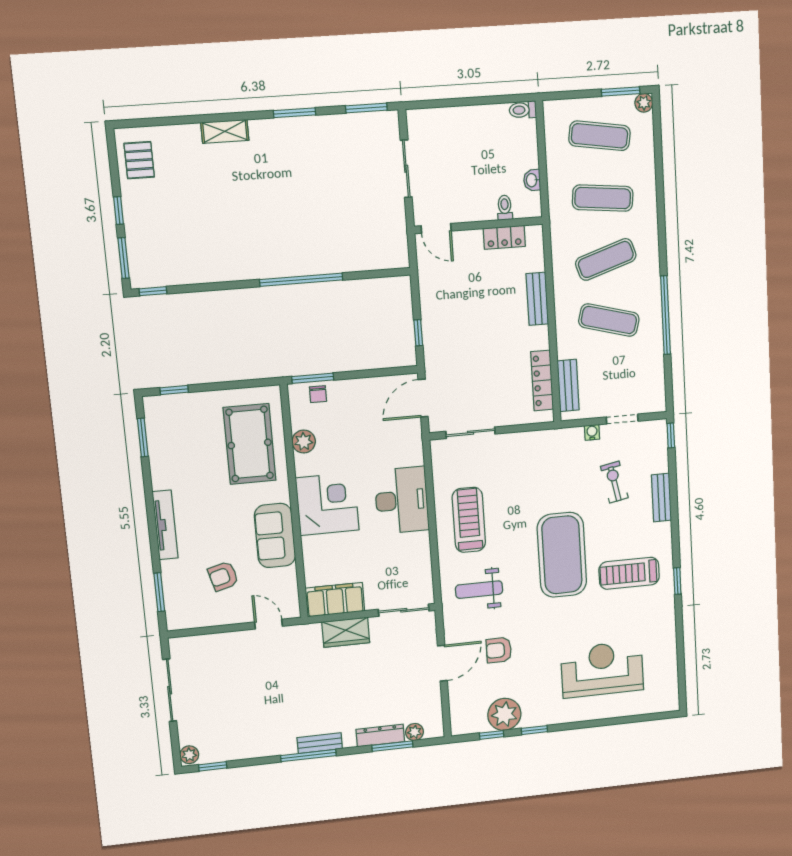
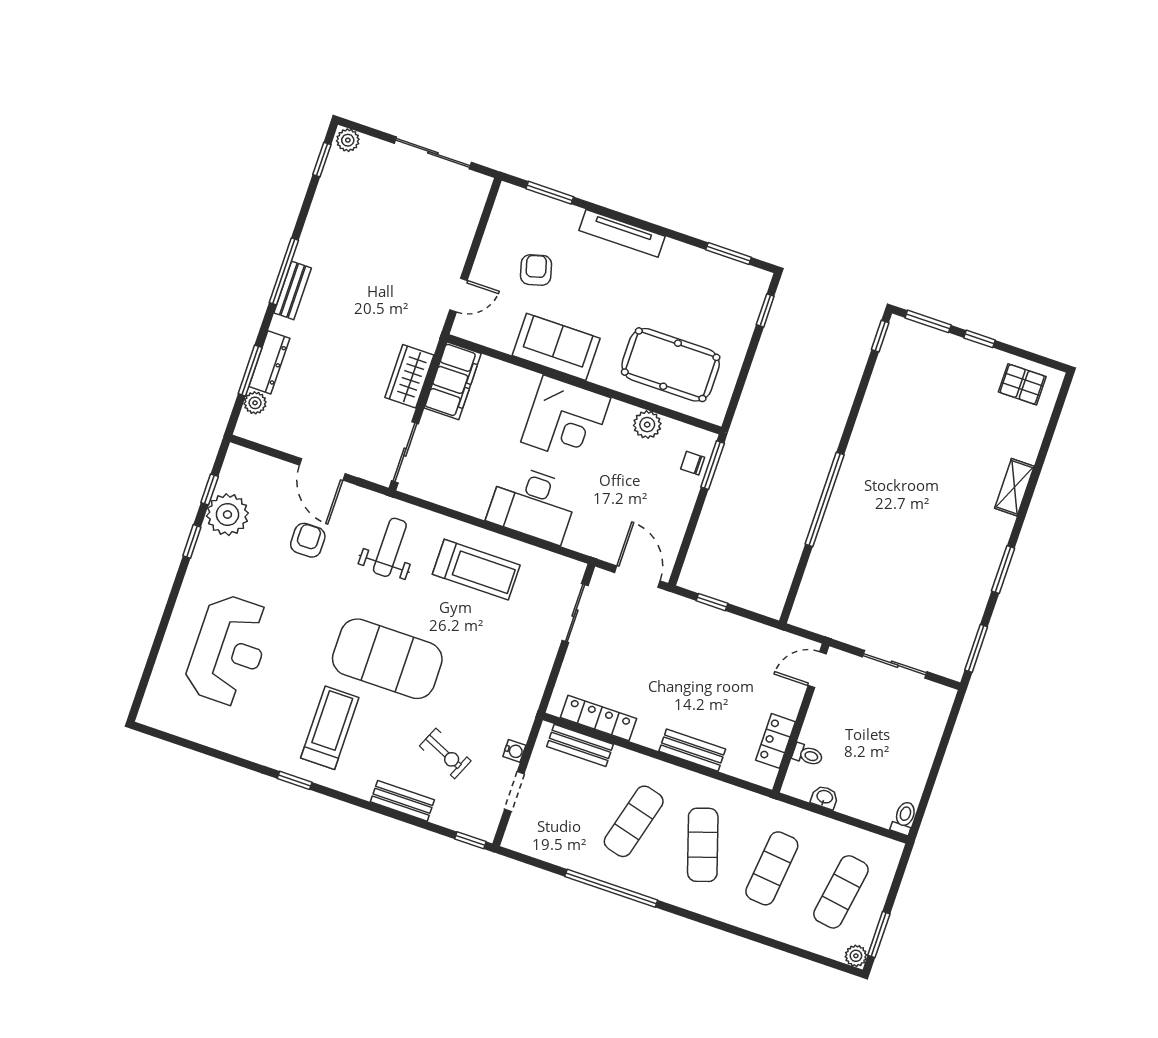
exercise bike: (614, 482) -> (445, 753), turned 35

